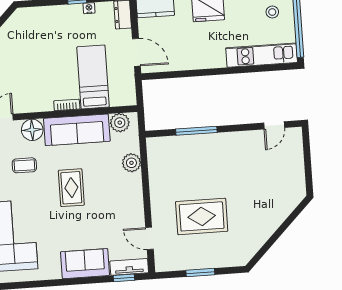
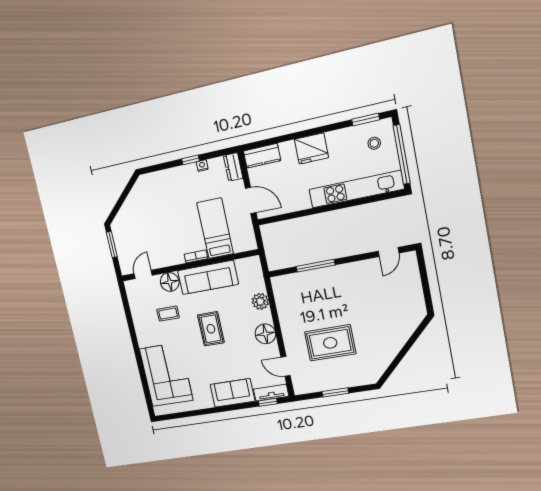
kitchen unit: (262, 55) -> (356, 189), width x1.36
plant: (120, 123) -> (245, 267), removed
floor lamp: (132, 200) -> (265, 334), added

